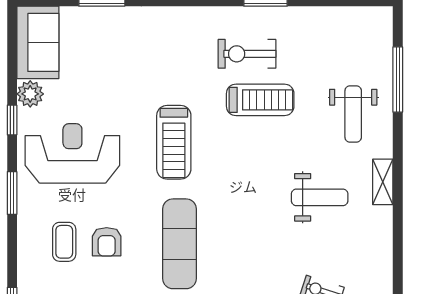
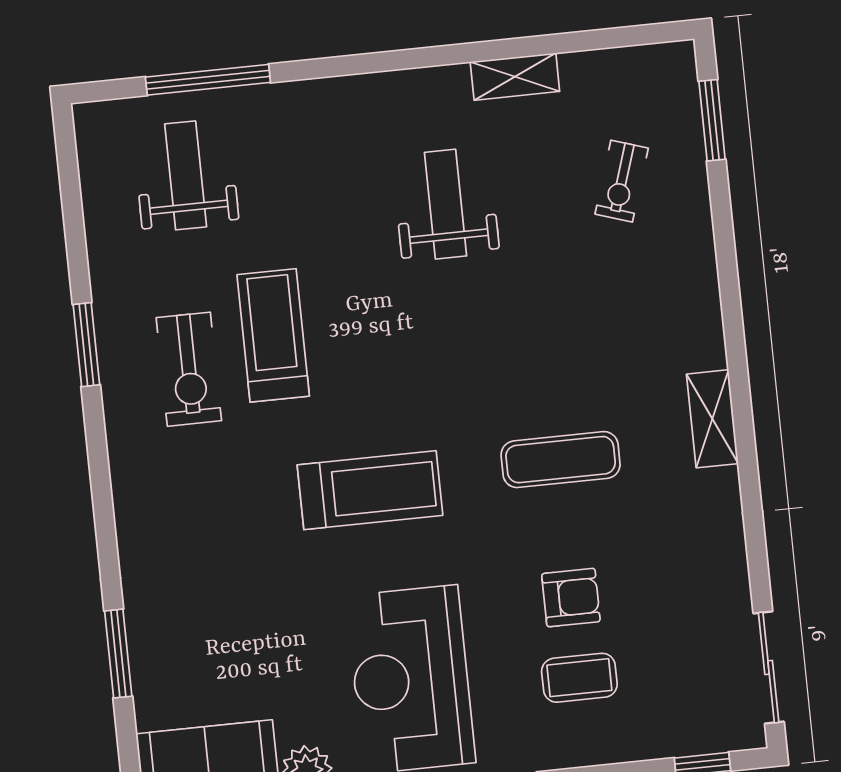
weight bench: (353, 114) -> (186, 175), moved, turned -90
shelving: (383, 182) -> (515, 77), moved
exercise mat: (180, 244) -> (561, 460), width x0.73, depth x0.69

